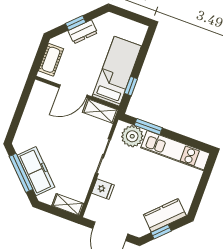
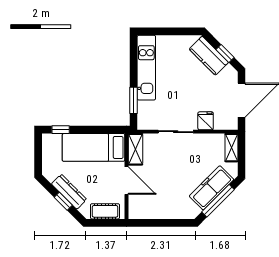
dresser: (83, 32) -> (69, 192), width x1.44
window: (131, 86) -> (61, 130), moved
plant: (132, 136) -> (148, 112), removed

